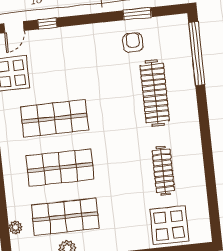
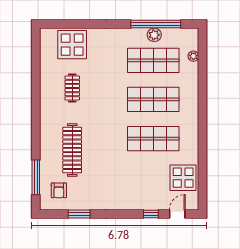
armchair: (133, 42) -> (59, 190), moved
window: (197, 54) -> (36, 177), width x0.68
clothes rail: (163, 171) -> (72, 88), width x0.73

